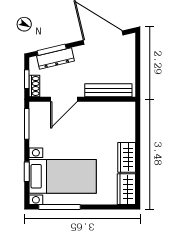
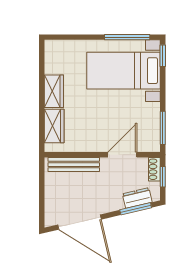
dresser: (55, 58) -> (137, 198), width x0.70
window: (27, 172) -> (163, 56), moved
wardrobe: (126, 189) -> (54, 126), moved

